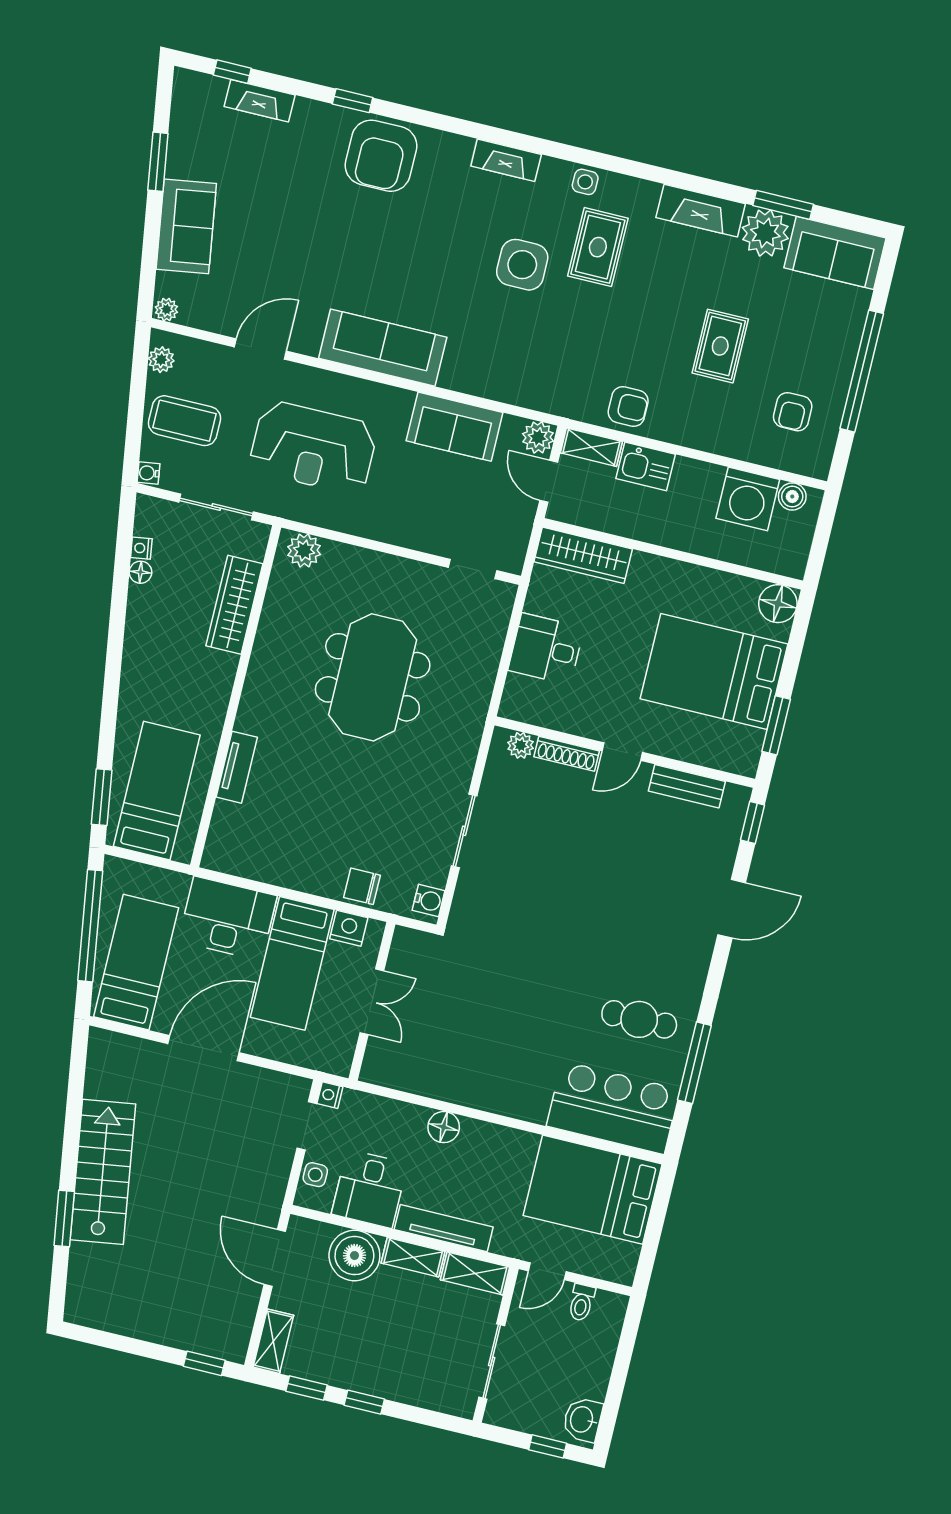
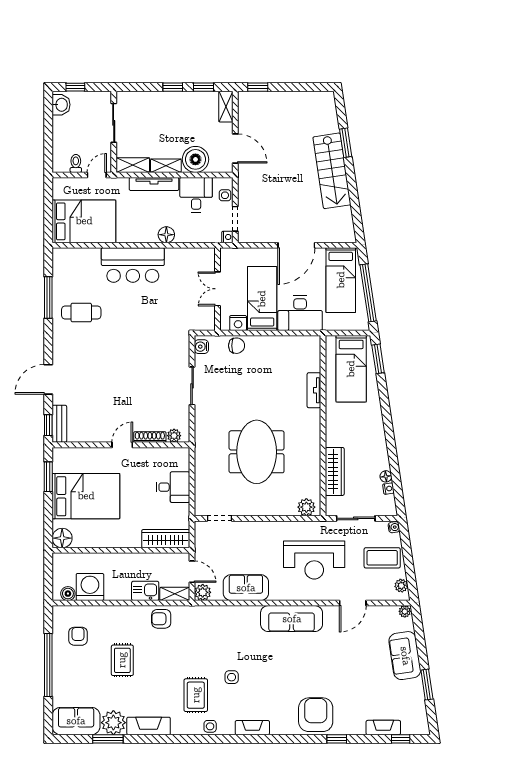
side table: (522, 265) -> (232, 677), width x0.54, depth x0.54
reception desk: (313, 448) -> (314, 560), turned 180
bench: (687, 786) -> (59, 424), moved, turned 90
bar counter: (613, 1108) -> (133, 265), moved

